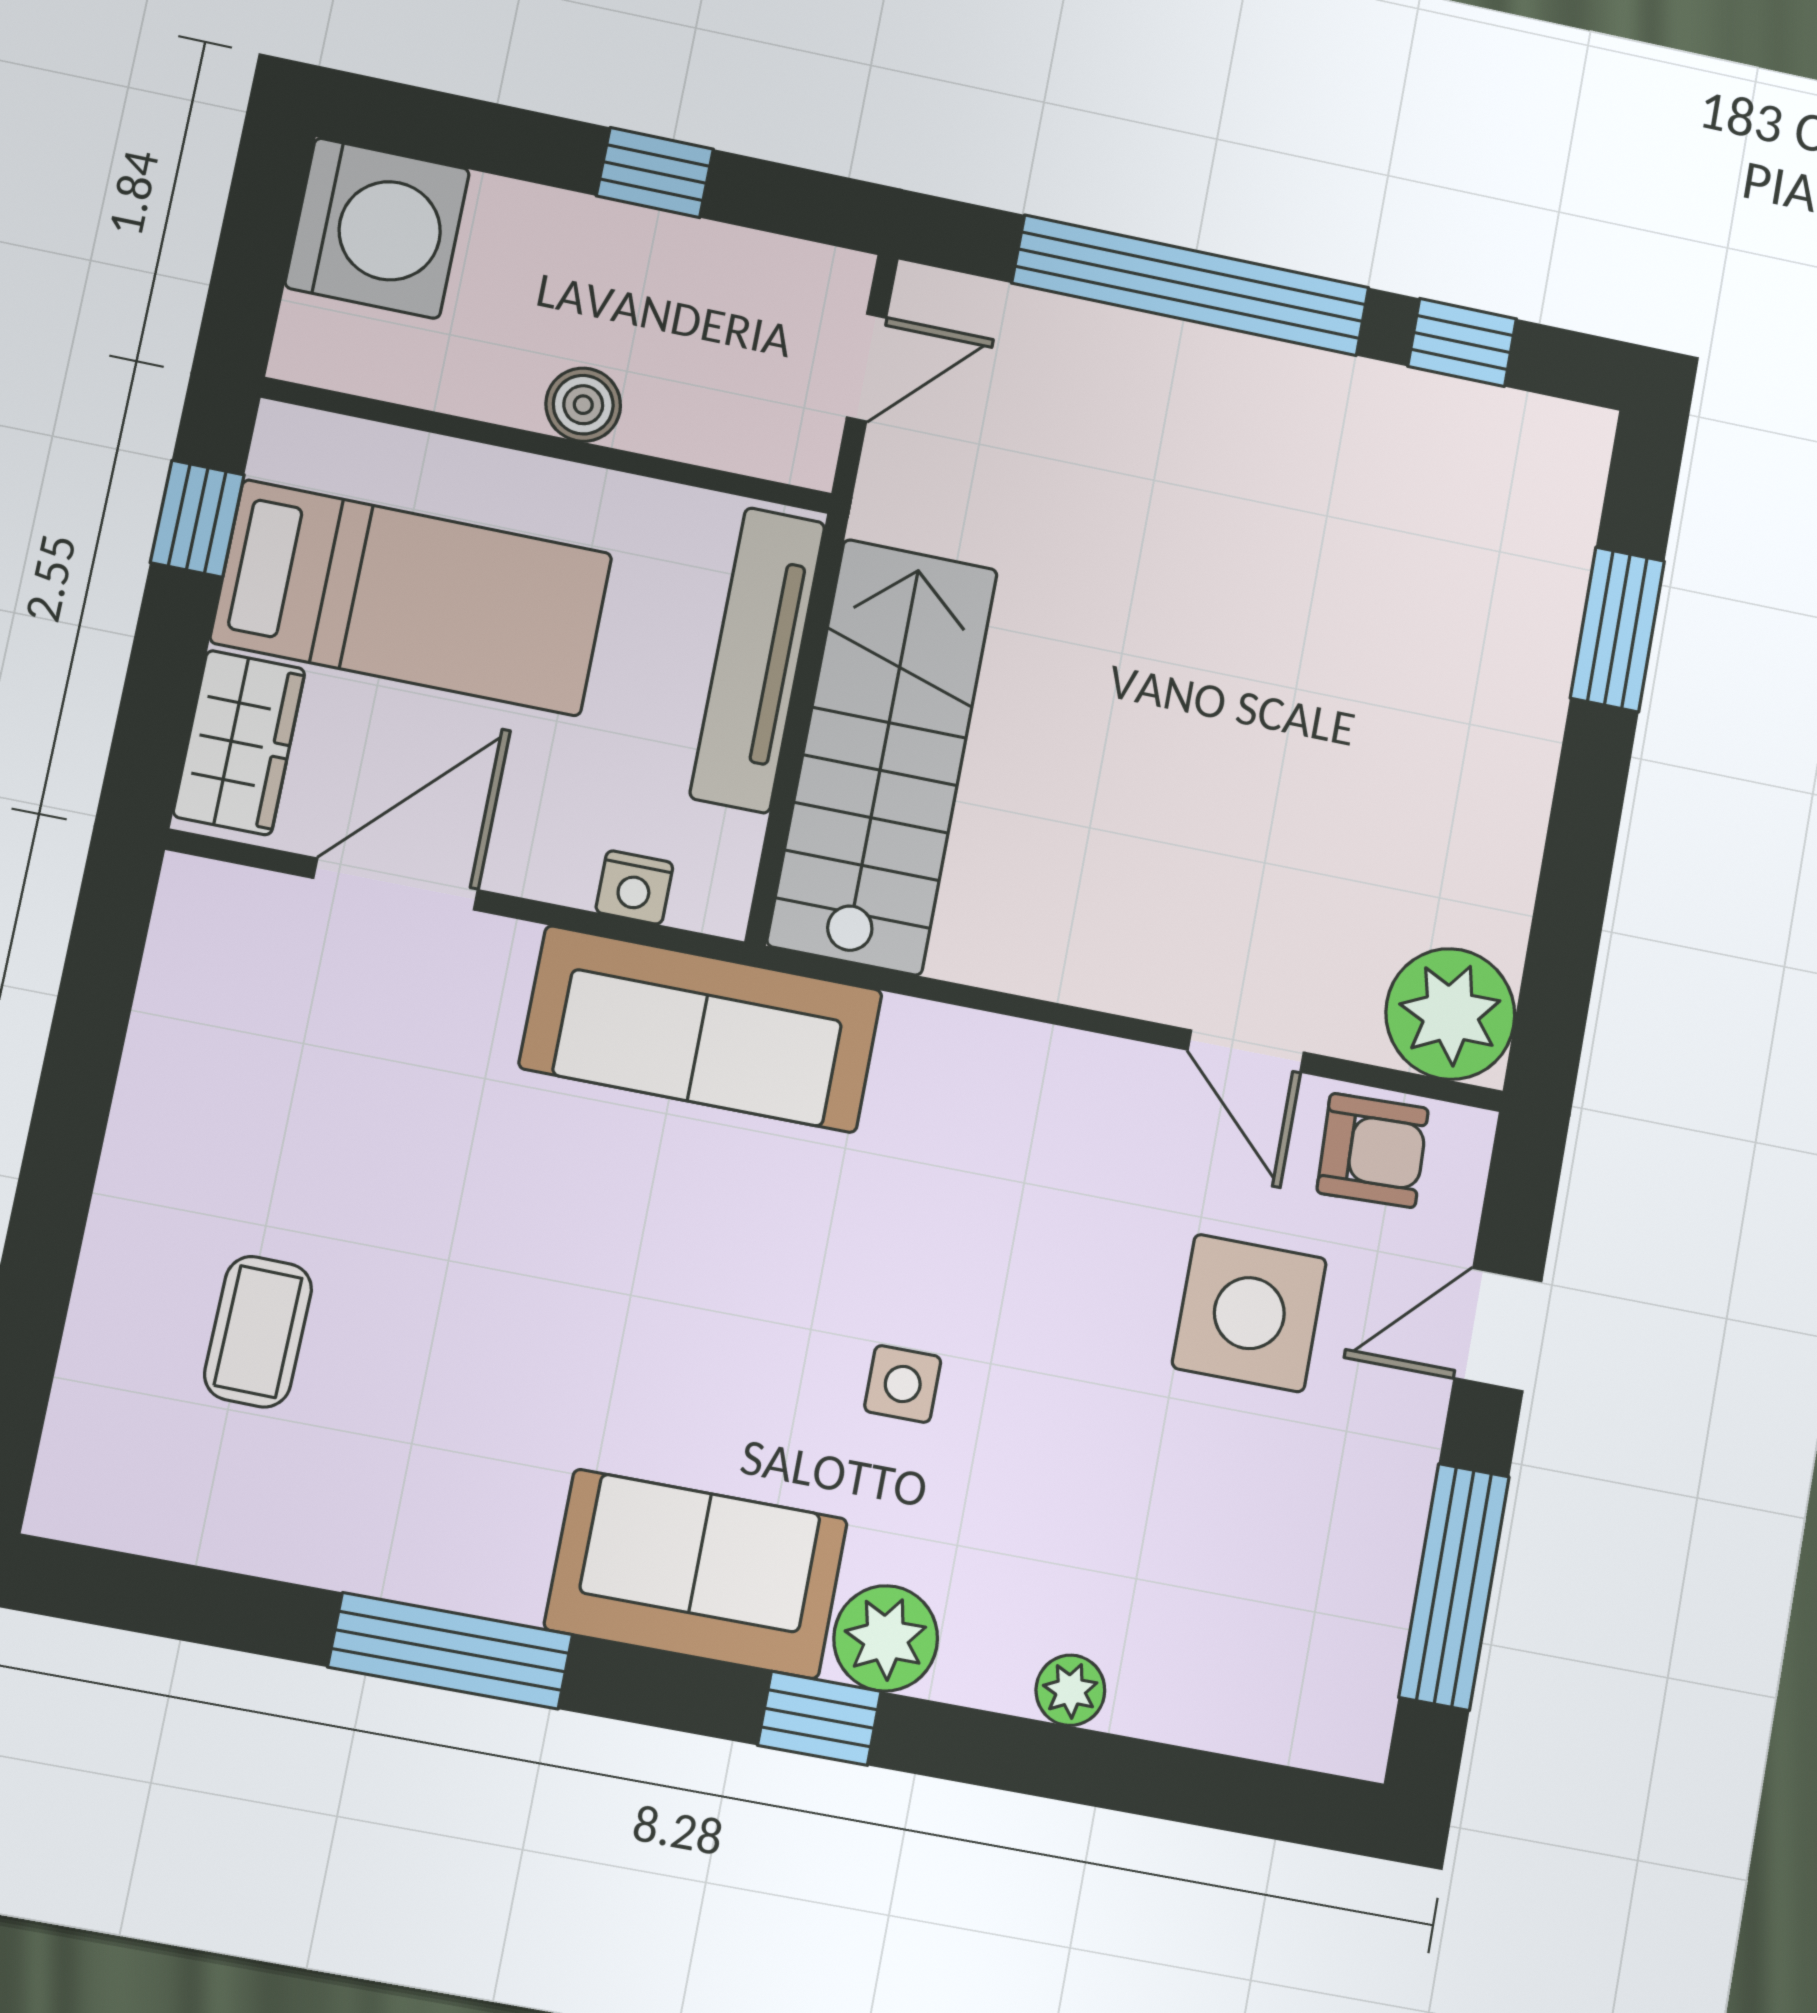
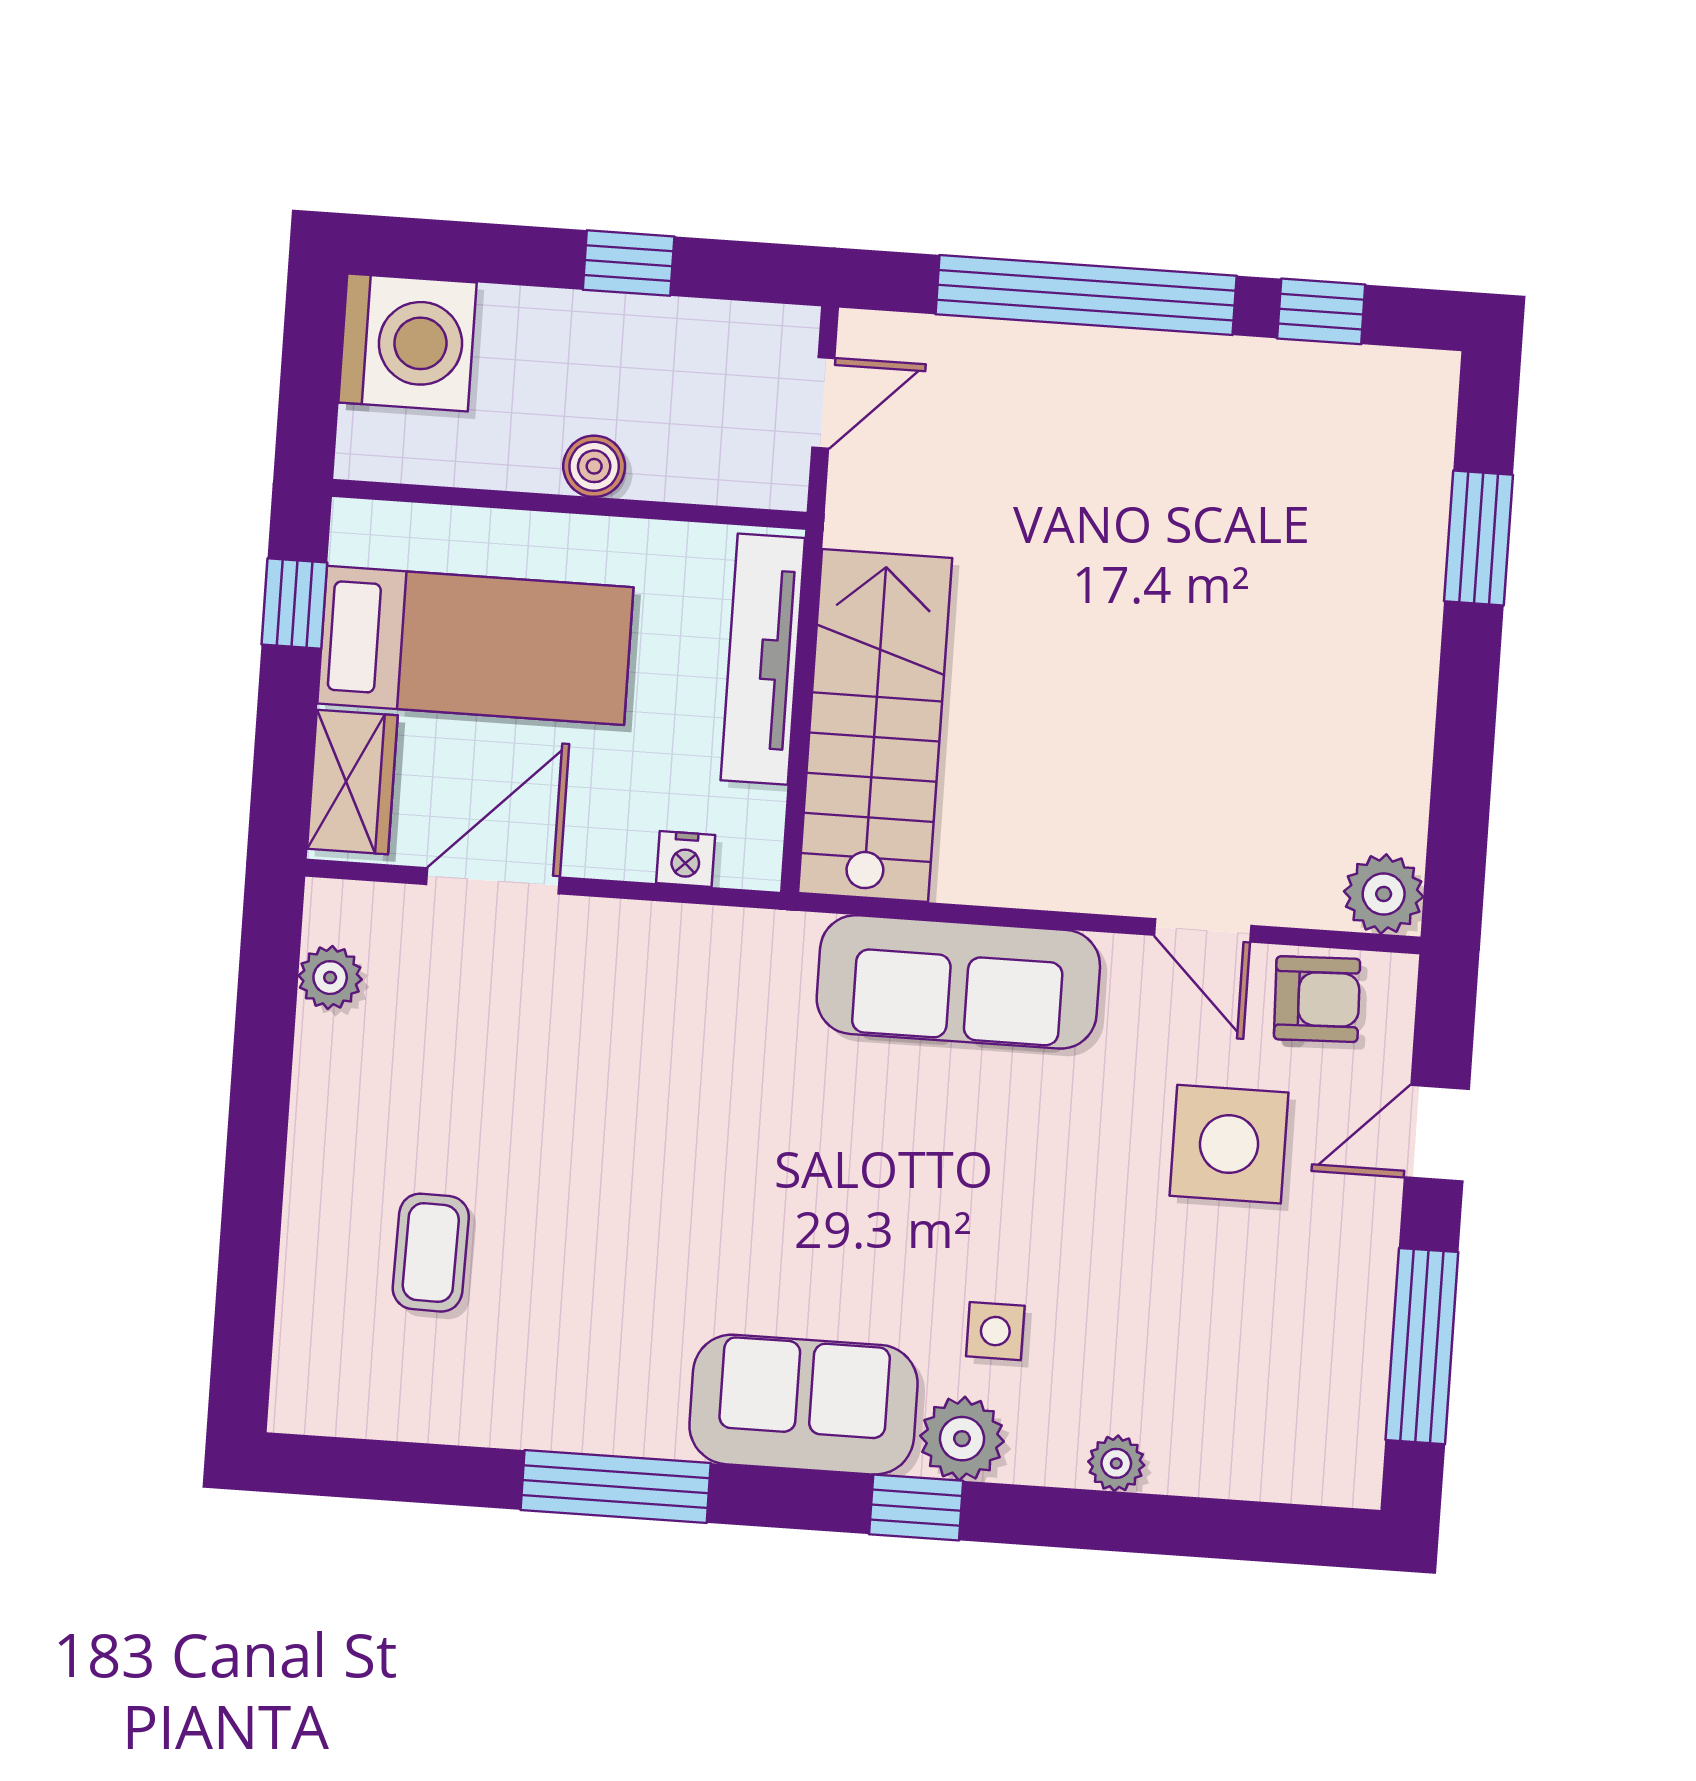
plant: (179, 977) -> (330, 978), added
plant: (1450, 1014) -> (1384, 894), width x0.73, depth x0.73
sofa: (701, 1029) -> (958, 982), moved
side table: (903, 1384) -> (995, 1331), moved

